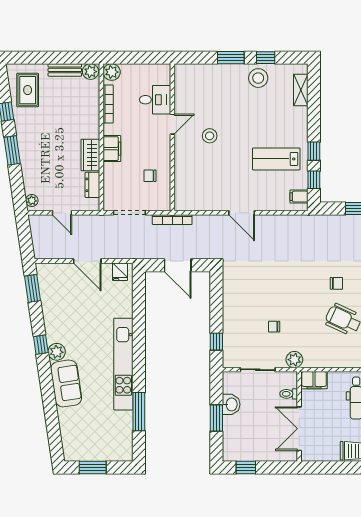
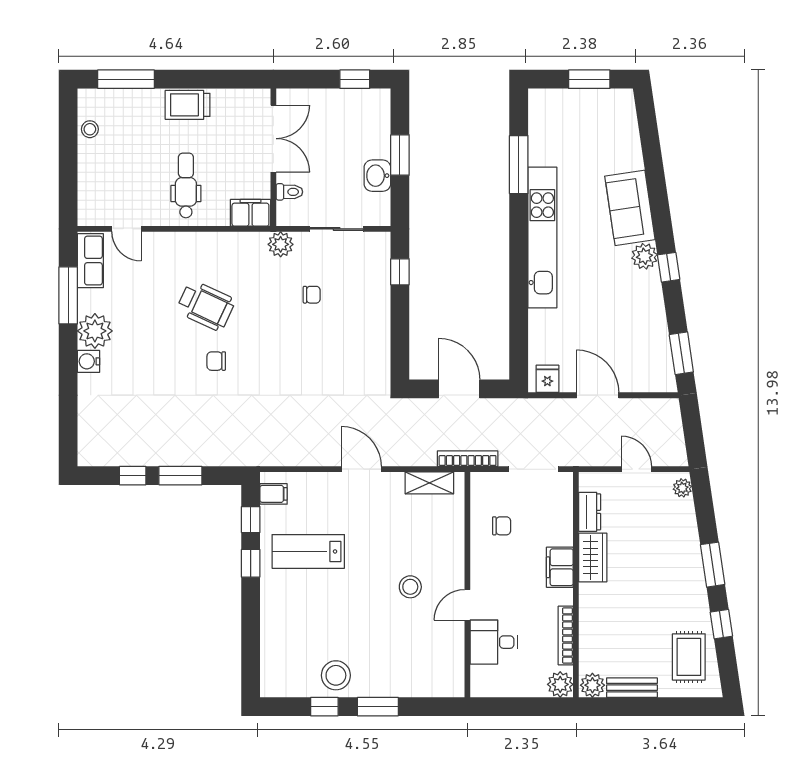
shelving: (301, 90) -> (429, 483), moved, turned 90
lab bench: (276, 159) -> (308, 551), turned 180

